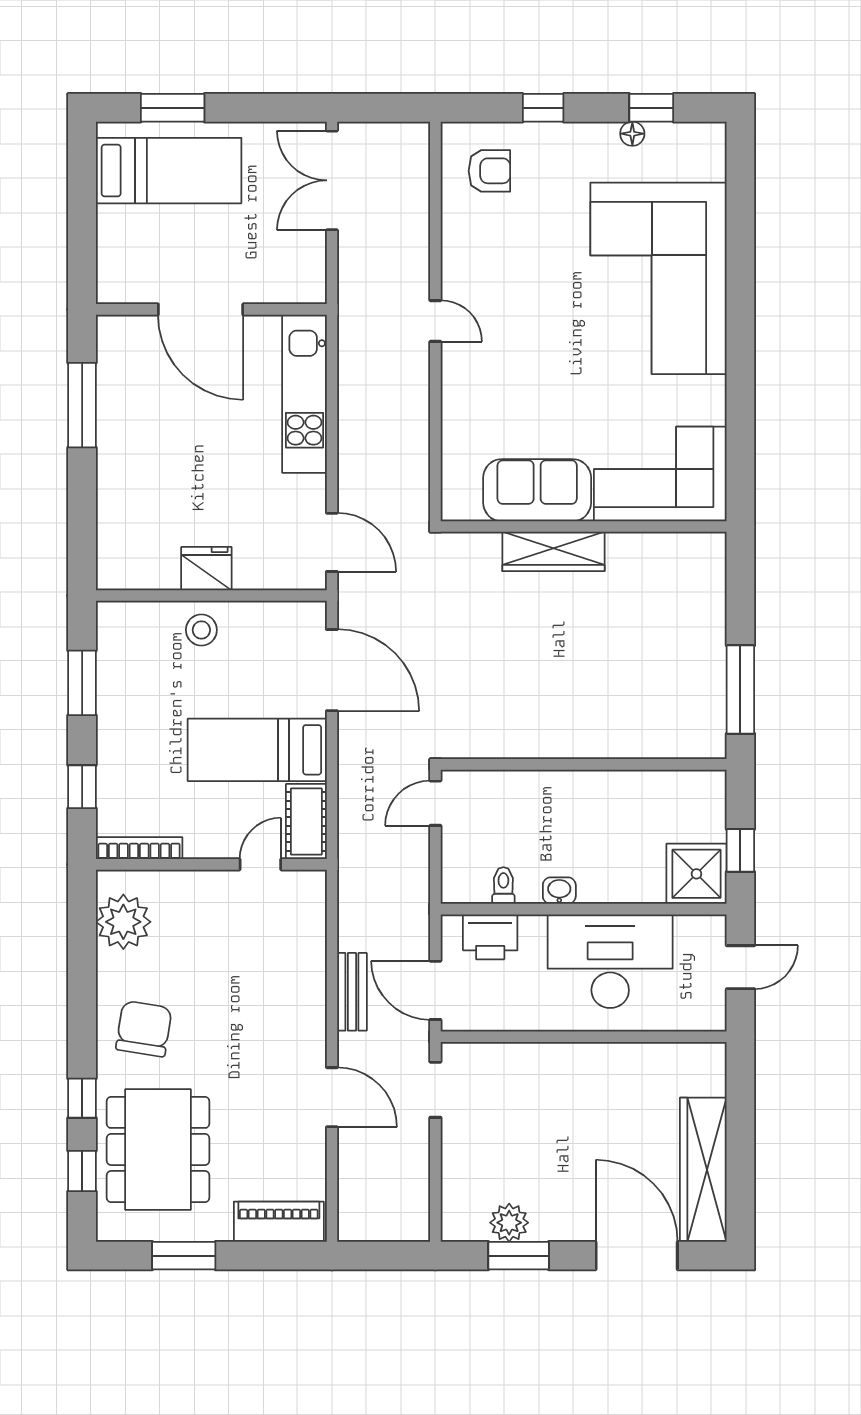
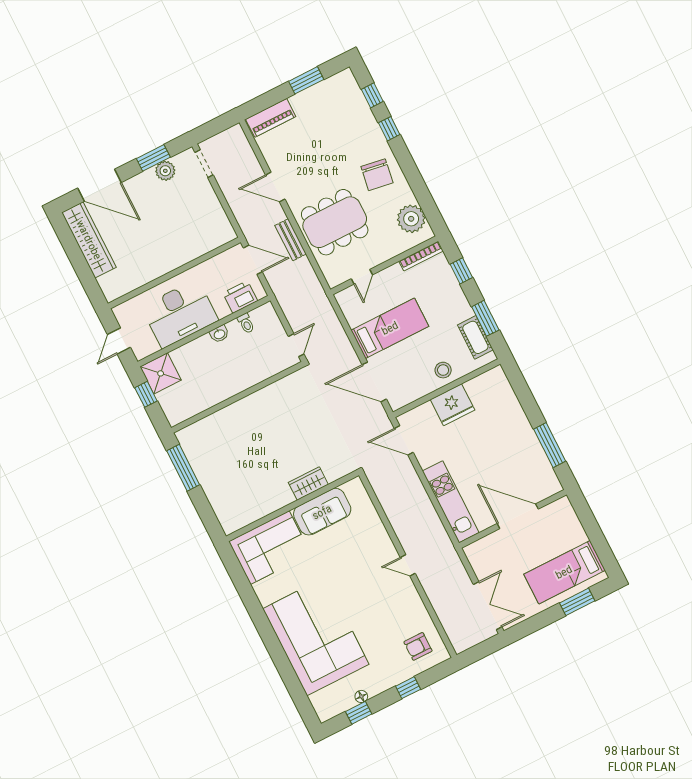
wardrobe: (553, 551) -> (308, 484), width x0.67
fridge: (206, 569) -> (453, 405), width x1.36, depth x1.34
cot: (306, 821) -> (475, 337), moved
doorway: (435, 1090) -> (204, 164), moved
dining table: (158, 1149) -> (335, 222), moved, turned 90

